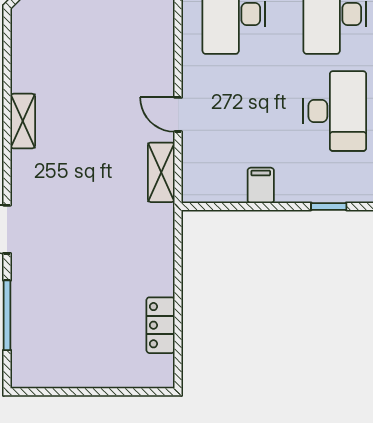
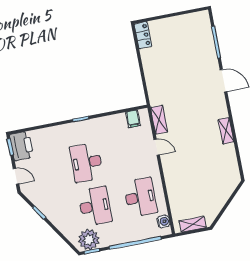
filing cabinet: (261, 185) -> (133, 119), moved
locker: (161, 325) -> (143, 35), moved

